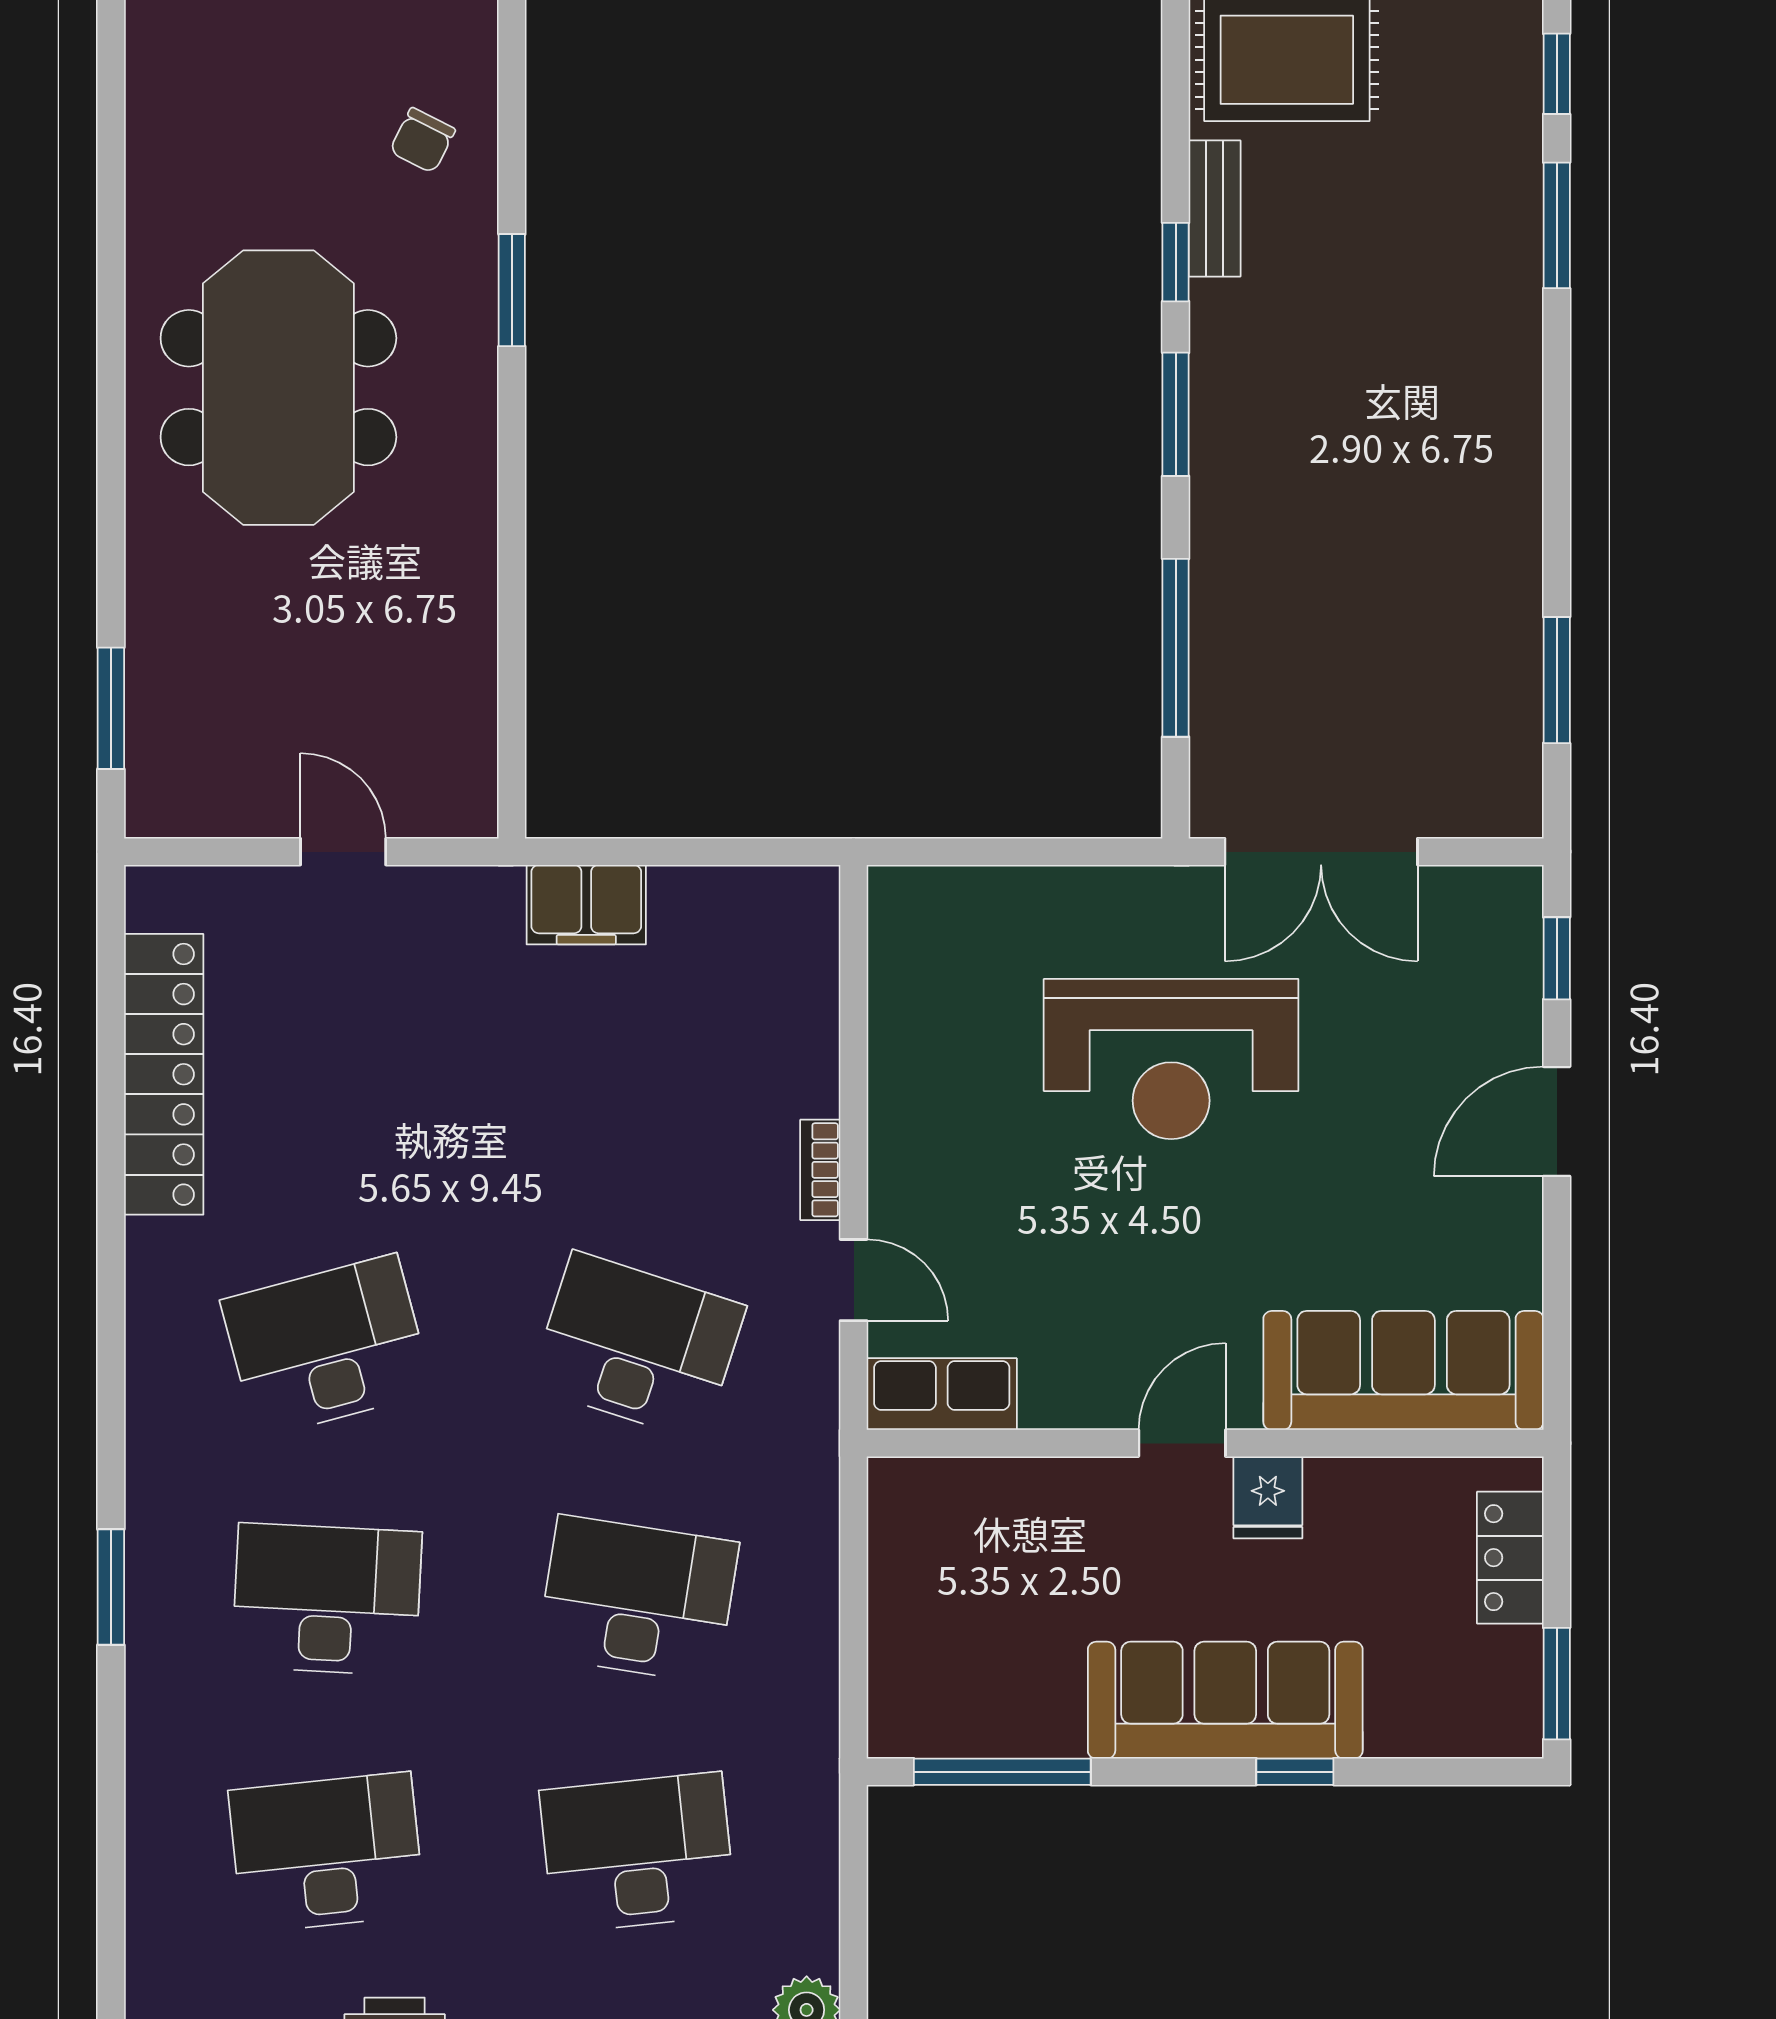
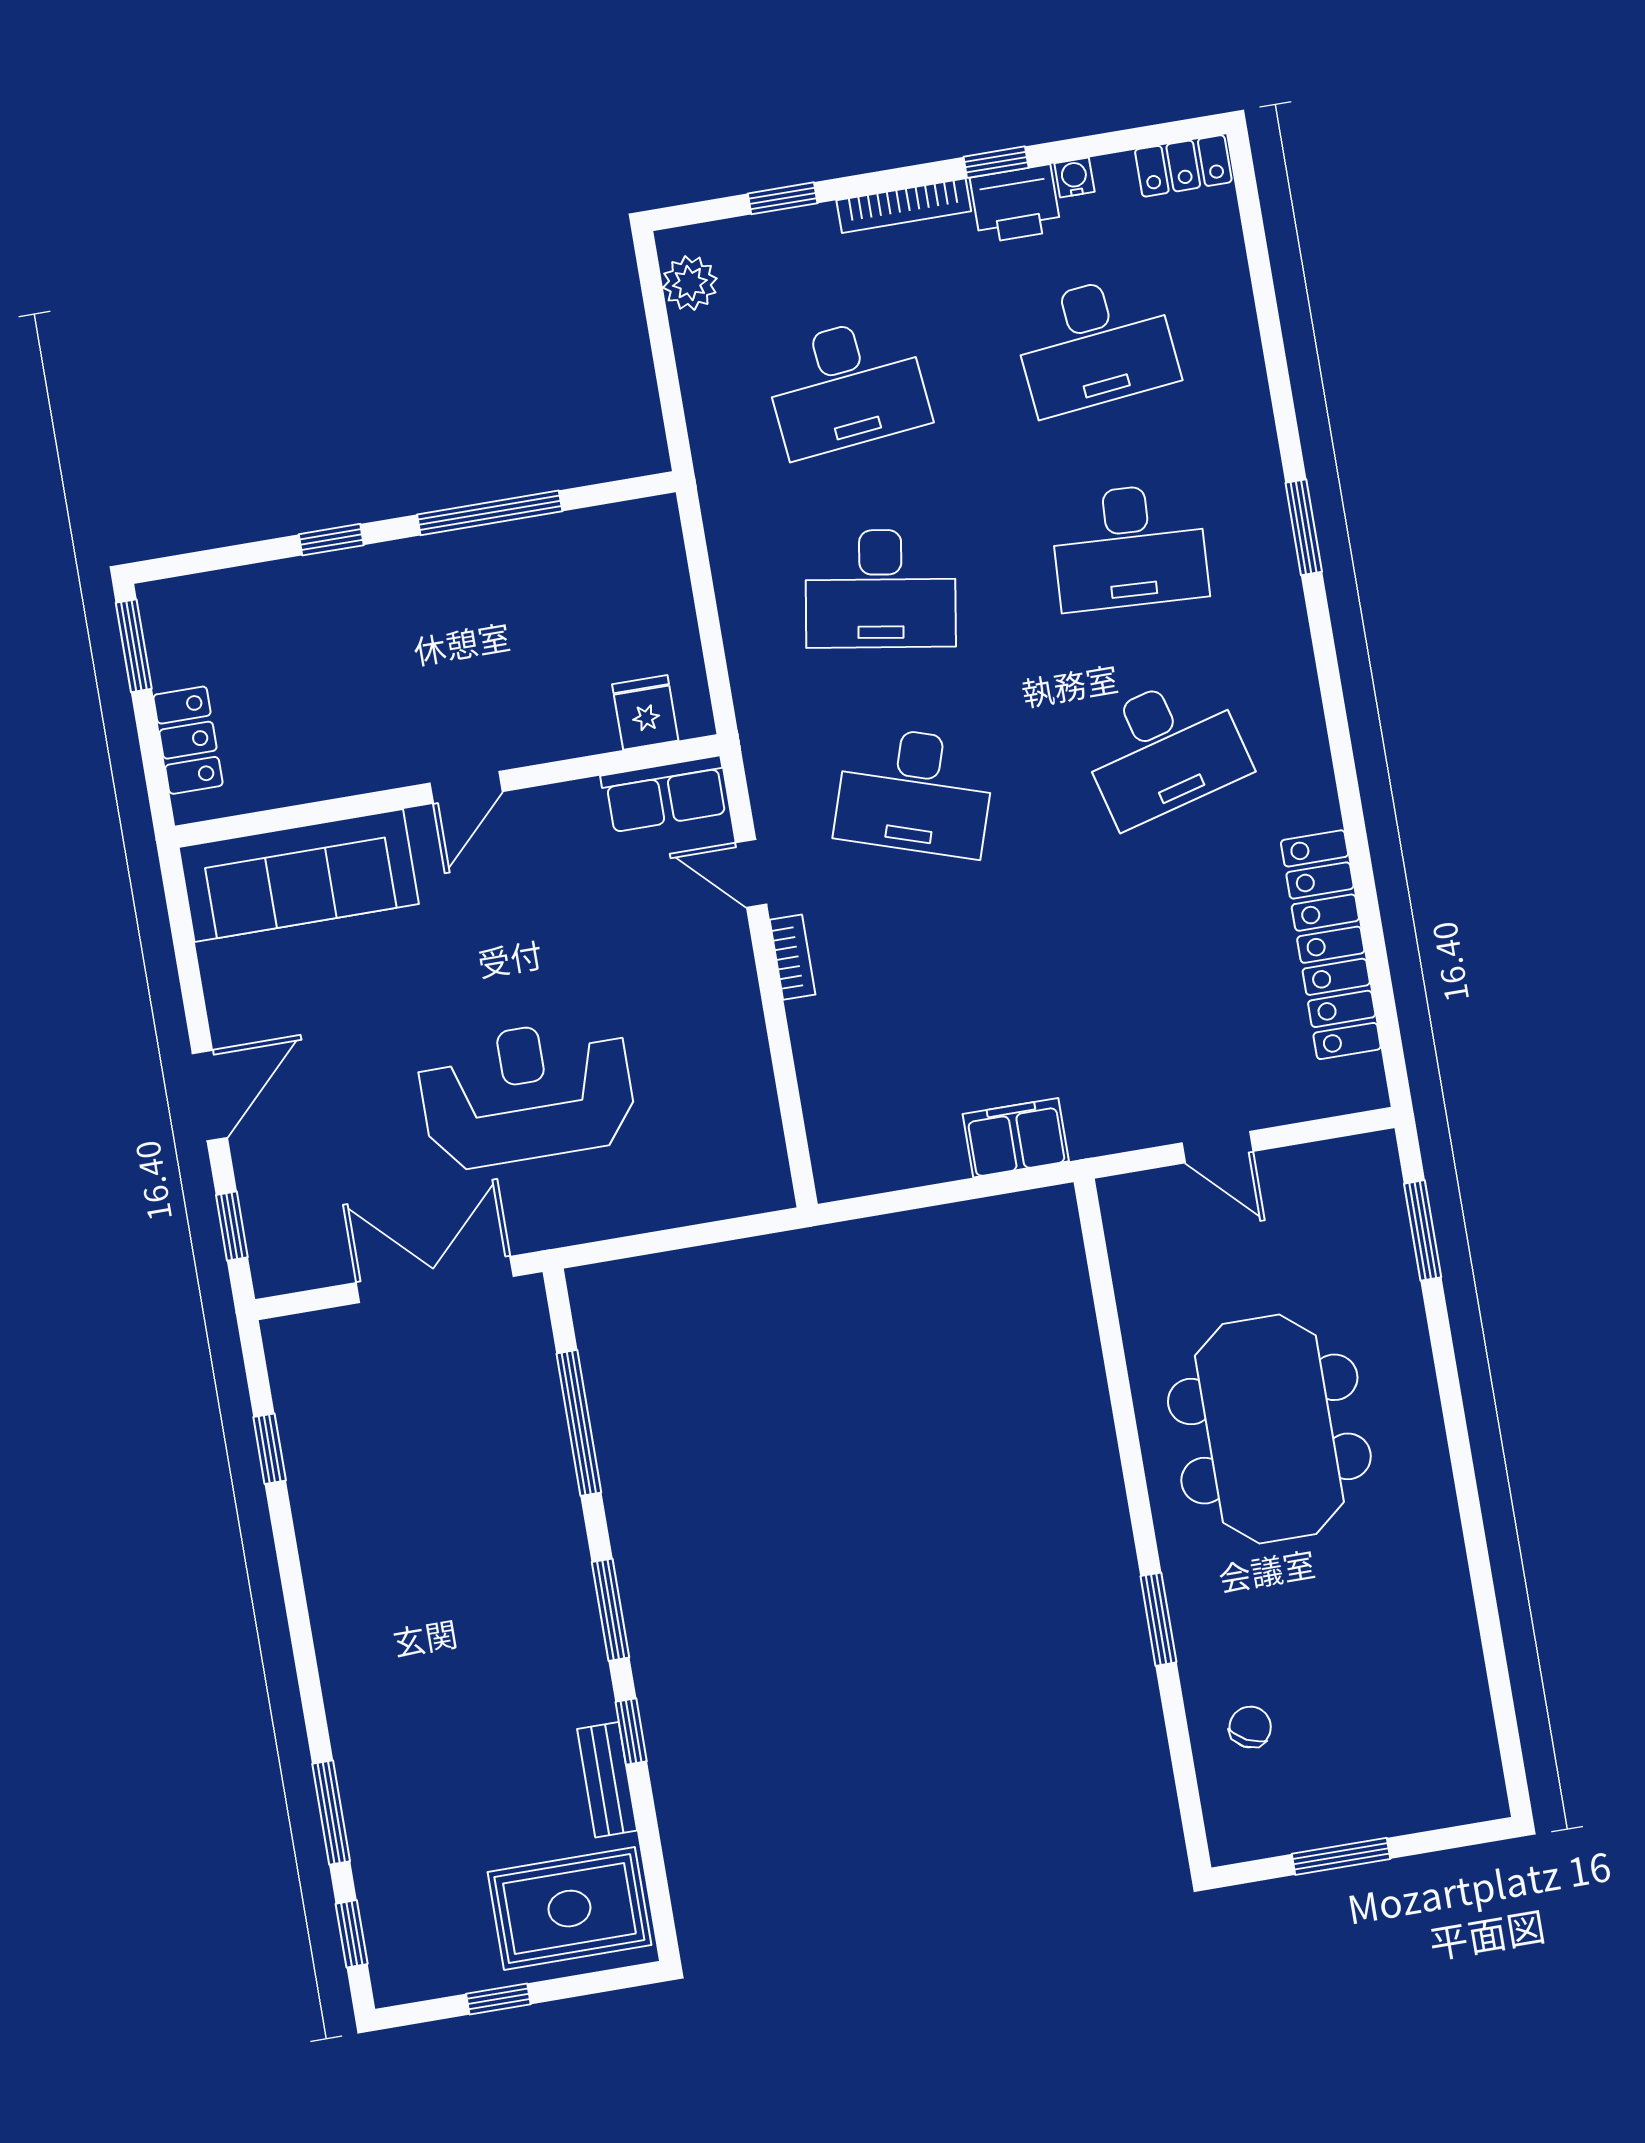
meeting table: (278, 388) -> (1269, 1429), moved
window: (1557, 680) -> (270, 1449), width x0.67
fridge: (1268, 1497) -> (645, 712), moved
sofa: (1225, 1700) -> (397, 588), removed
window: (1002, 1772) -> (490, 513), moved

